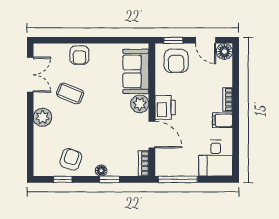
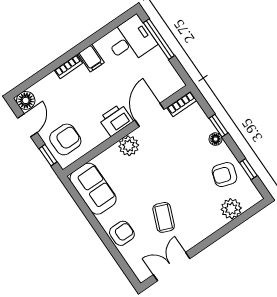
sofa: (136, 71) -> (93, 189), moved, turned -90
plant: (43, 117) -> (231, 209), moved
window: (178, 179) -> (159, 39), moved

